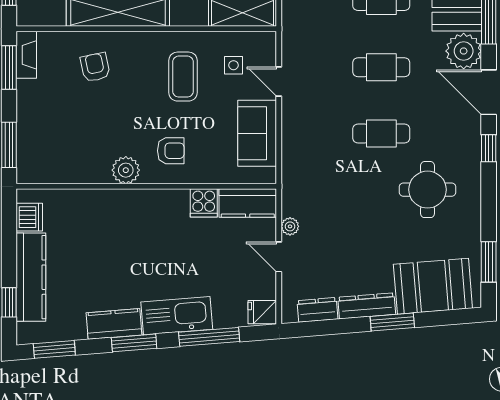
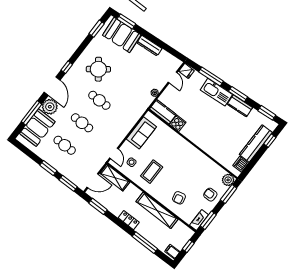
door: (279, 81) -> (114, 153), moved
armchair: (171, 151) -> (210, 195), moved
plant: (126, 170) -> (228, 180), moved
round table: (428, 190) -> (98, 69), turned -37
door: (279, 257) -> (173, 77), moved
dresser: (317, 310) -> (167, 57), removed
window: (392, 322) -> (126, 21), moved

